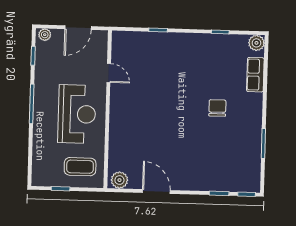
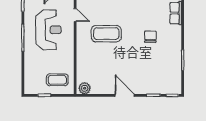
coffee table: (153, 102) -> (106, 34), added
reception desk: (77, 114) -> (48, 30), moved
door: (156, 191) -> (125, 95), moved

